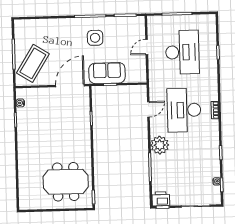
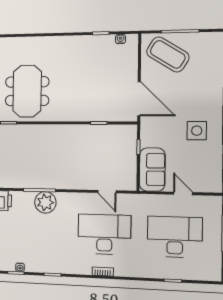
desk: (182, 52) -> (175, 237), turned 180
sofa: (107, 73) -> (152, 169), moved
plant: (160, 145) -> (45, 202), moved

